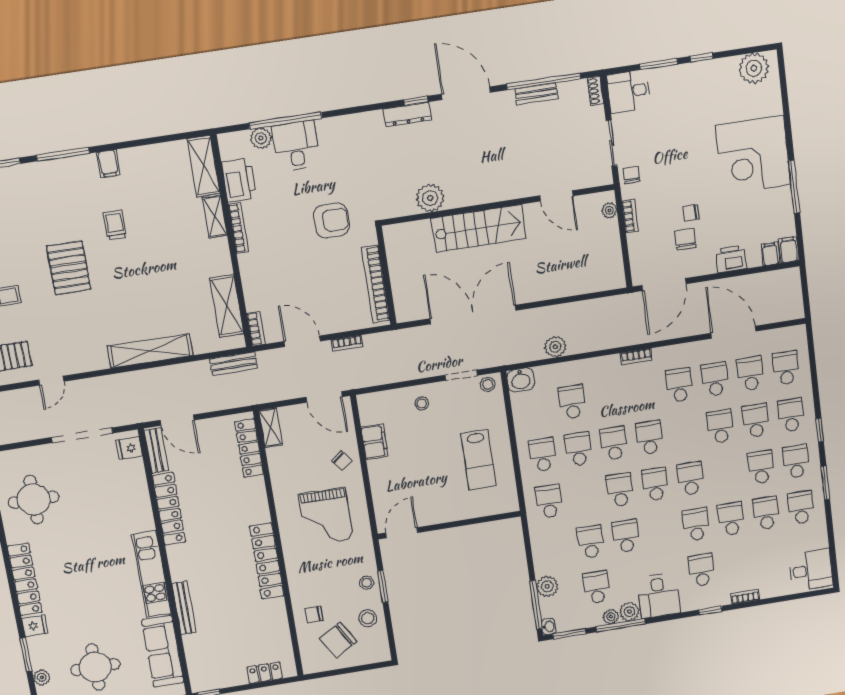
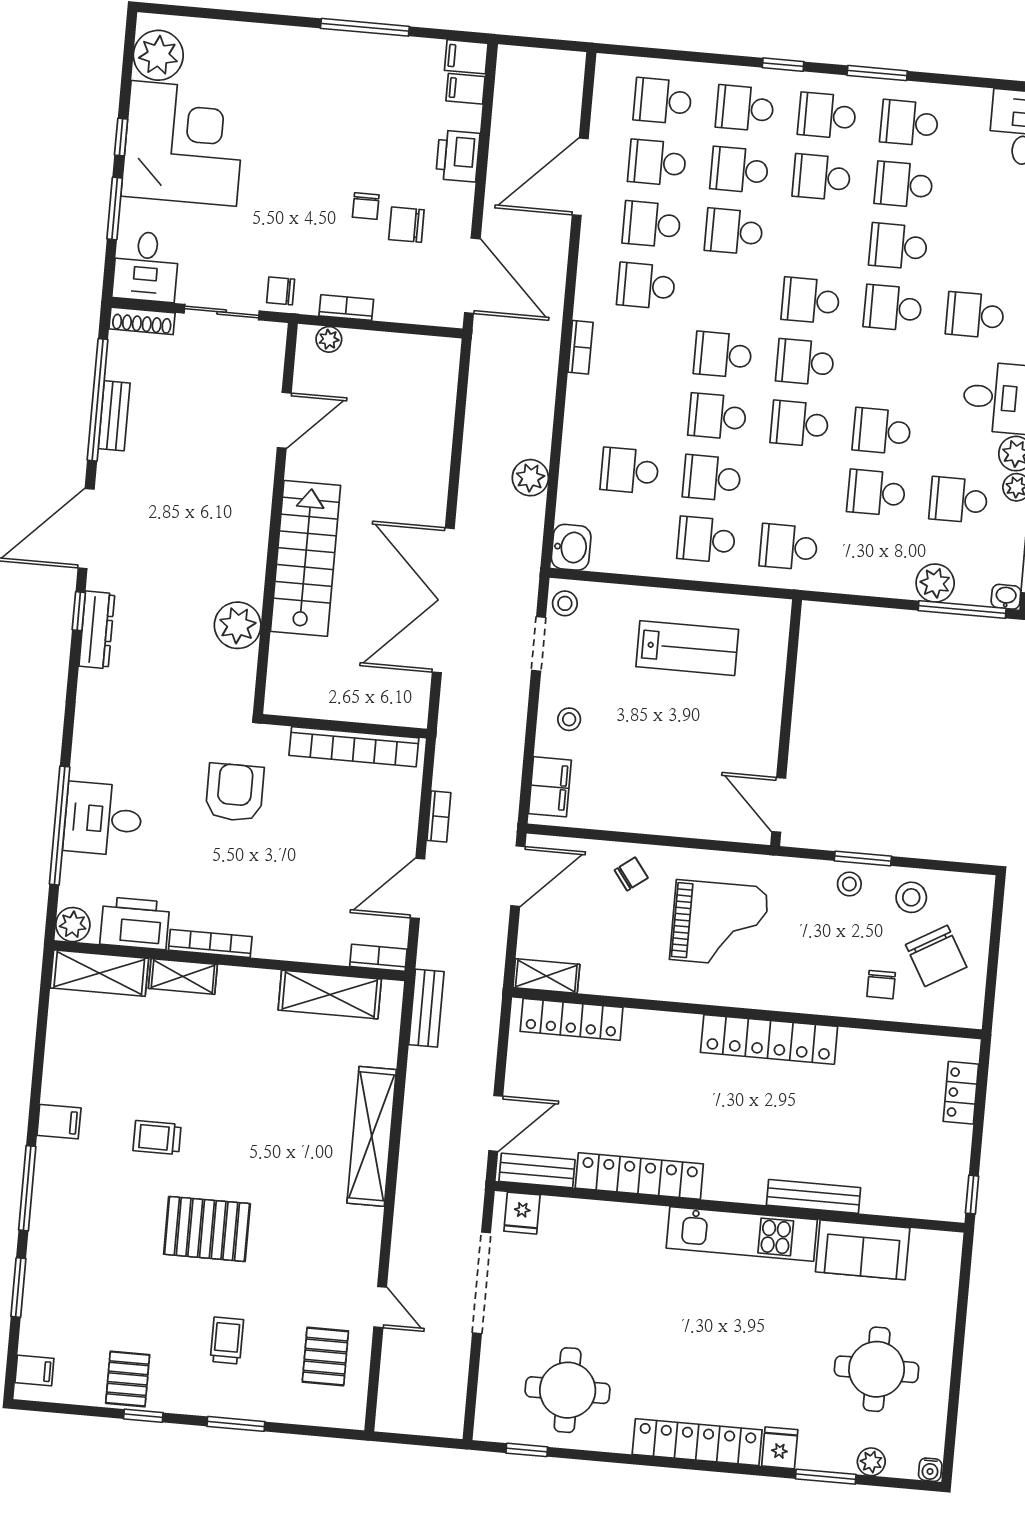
shoe rack: (595, 91) -> (142, 321), width x1.43
plant: (261, 138) -> (73, 925), moved
corner desk: (753, 155) -> (184, 143), moved, turned -90
filing cabinet: (375, 442) -> (550, 787), moved, turned 90
sofa: (163, 651) -> (863, 1250), width x0.73

